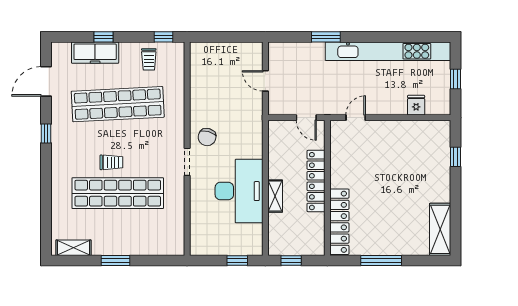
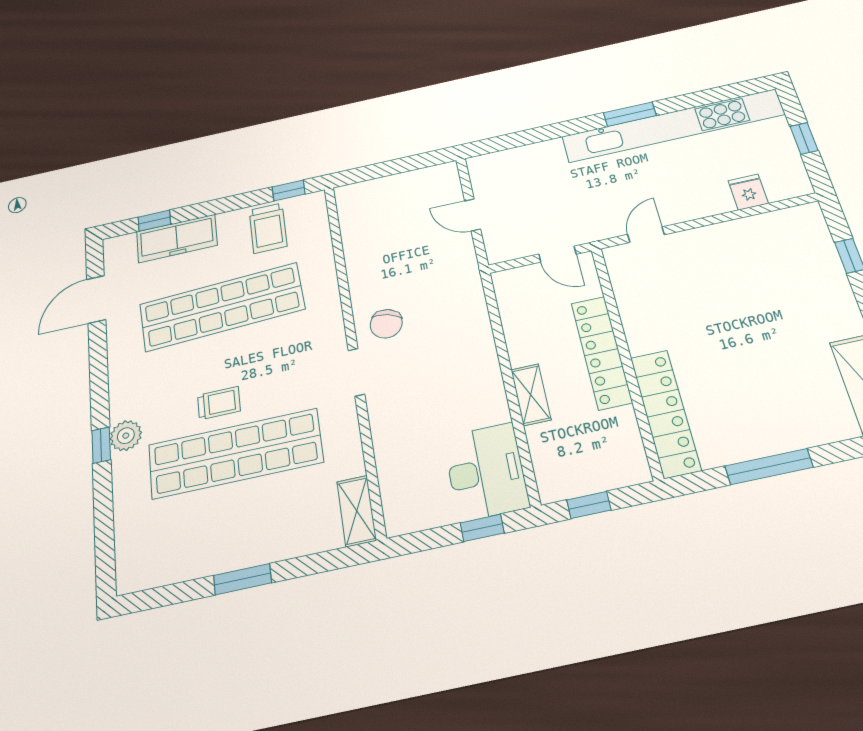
window: (104, 37) -> (154, 221), moved
window: (326, 37) -> (630, 114), moved
trolley: (149, 59) -> (268, 228), width x1.36, depth x1.39
window: (46, 134) -> (101, 445), moved
plant: (60, 169) -> (126, 436), added
desk: (239, 191) -> (486, 472), moved, width x0.73, depth x0.77
shelving: (74, 248) -> (357, 511), moved, turned 90

